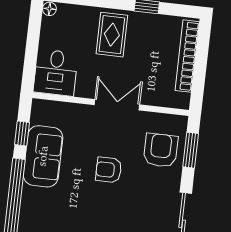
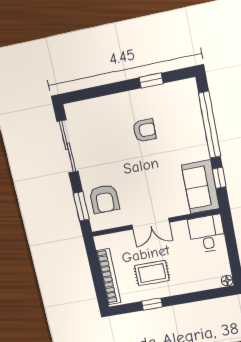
rug: (112, 35) -> (152, 273), moved, turned 90
sofa: (43, 156) -> (201, 187), moved
armchair: (109, 170) -> (144, 130), moved

